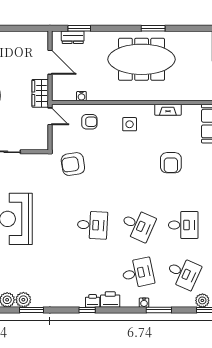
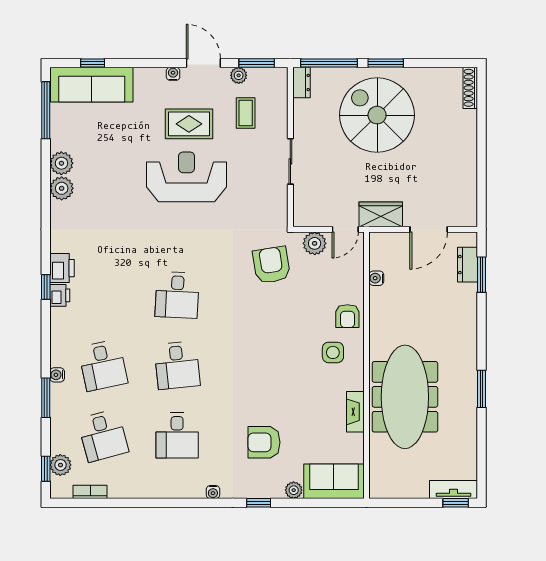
meeting table: (142, 59) -> (405, 397), moved
armchair: (89, 122) -> (347, 316), moved
plant: (59, 136) -> (315, 243), added
armchair: (171, 163) -> (264, 442), moved
desk: (138, 225) -> (177, 365), turned -30
desk: (183, 273) -> (103, 435), turned -39
printer: (110, 299) -> (62, 268), moved
window: (31, 310) -> (46, 201), removed

